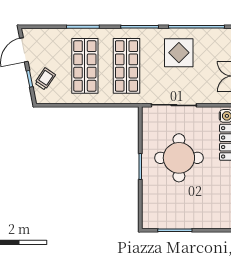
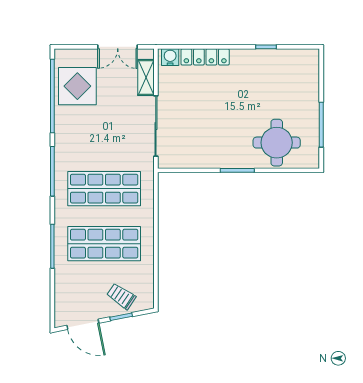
display table: (179, 53) -> (77, 86), moved
shelving: (211, 98) -> (146, 77), added
round table: (179, 158) -> (277, 143), moved, width x0.73, depth x0.73

